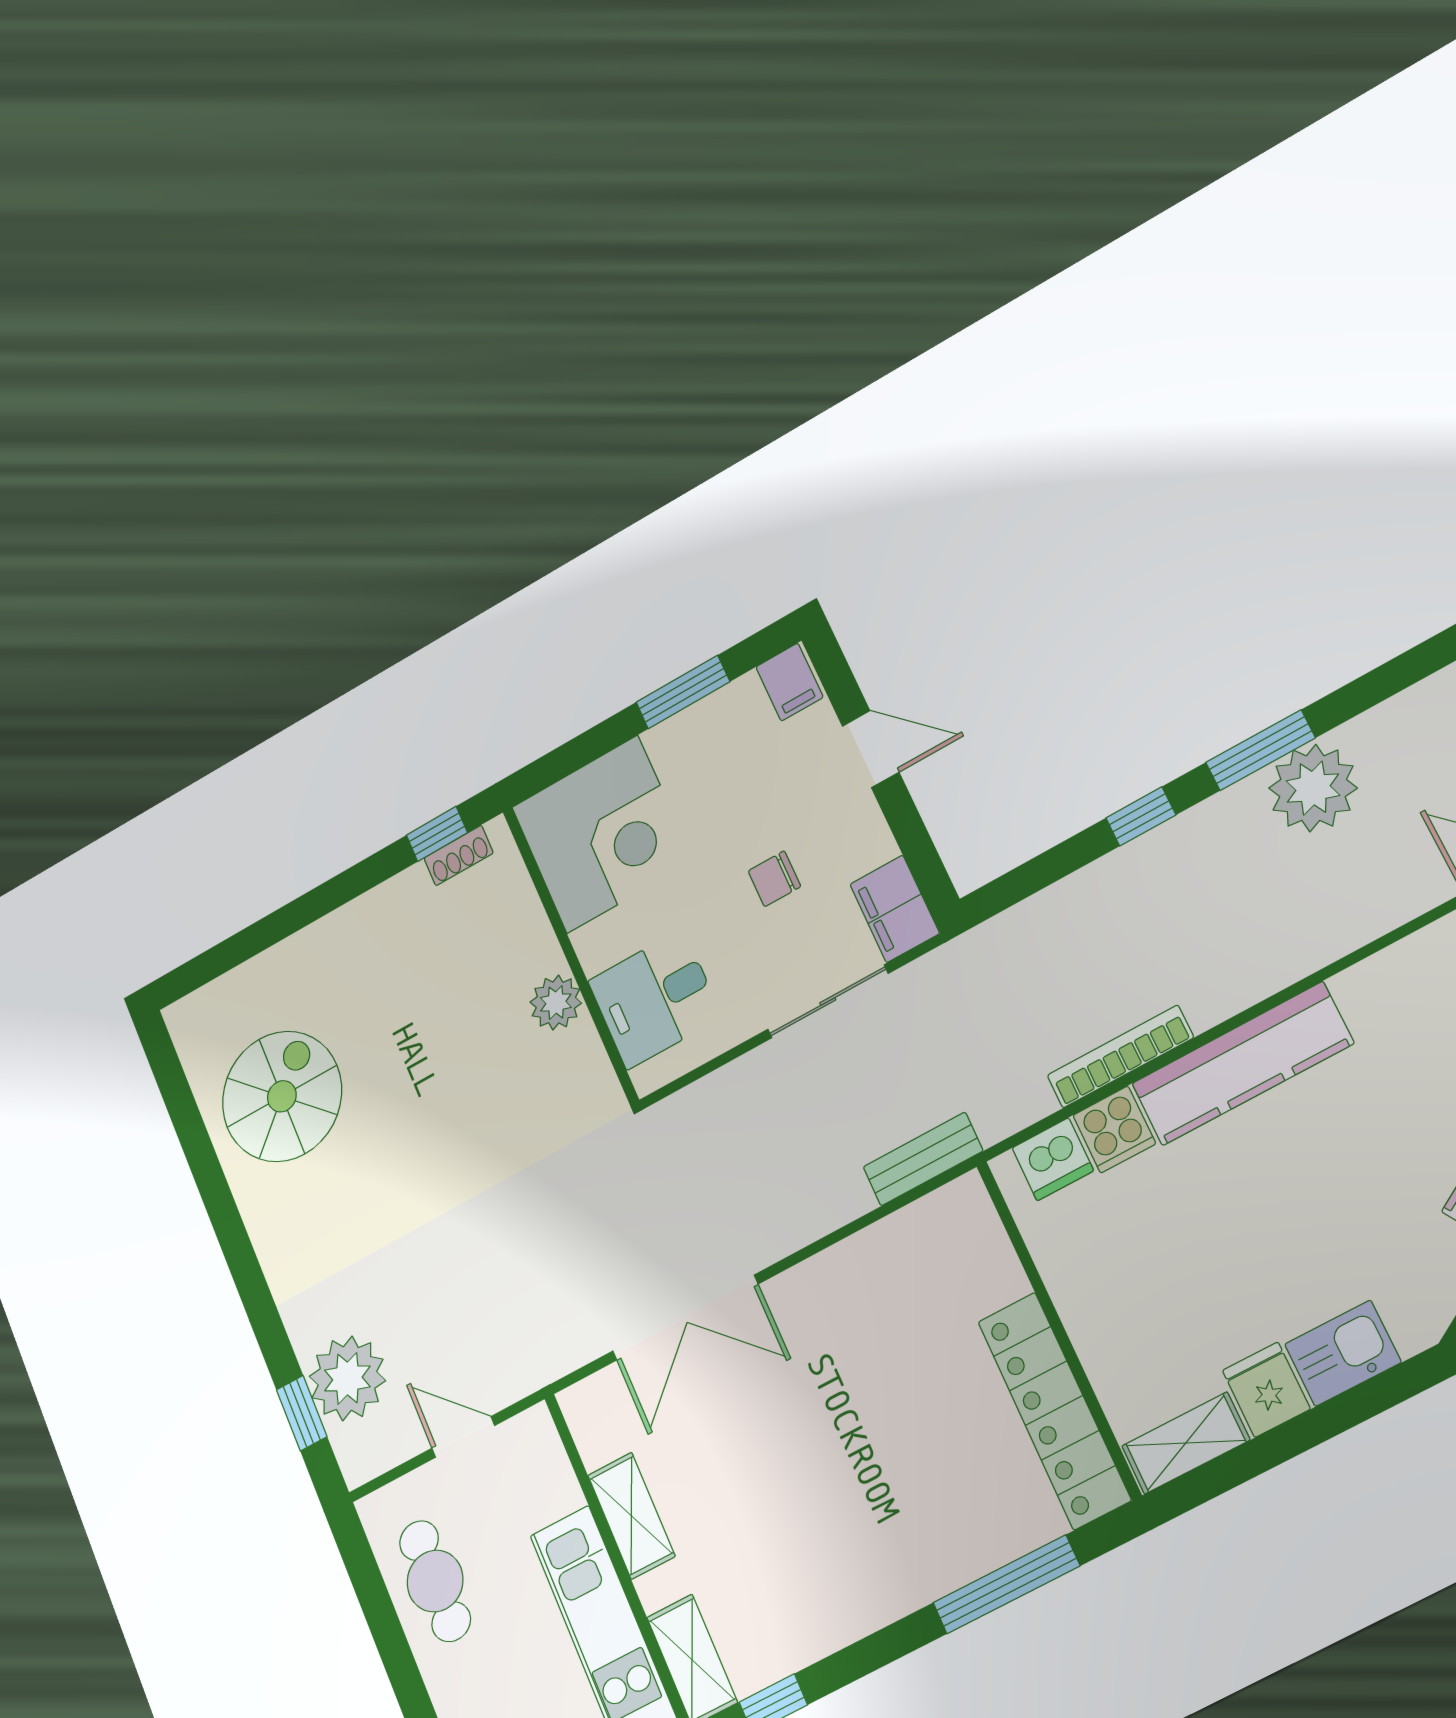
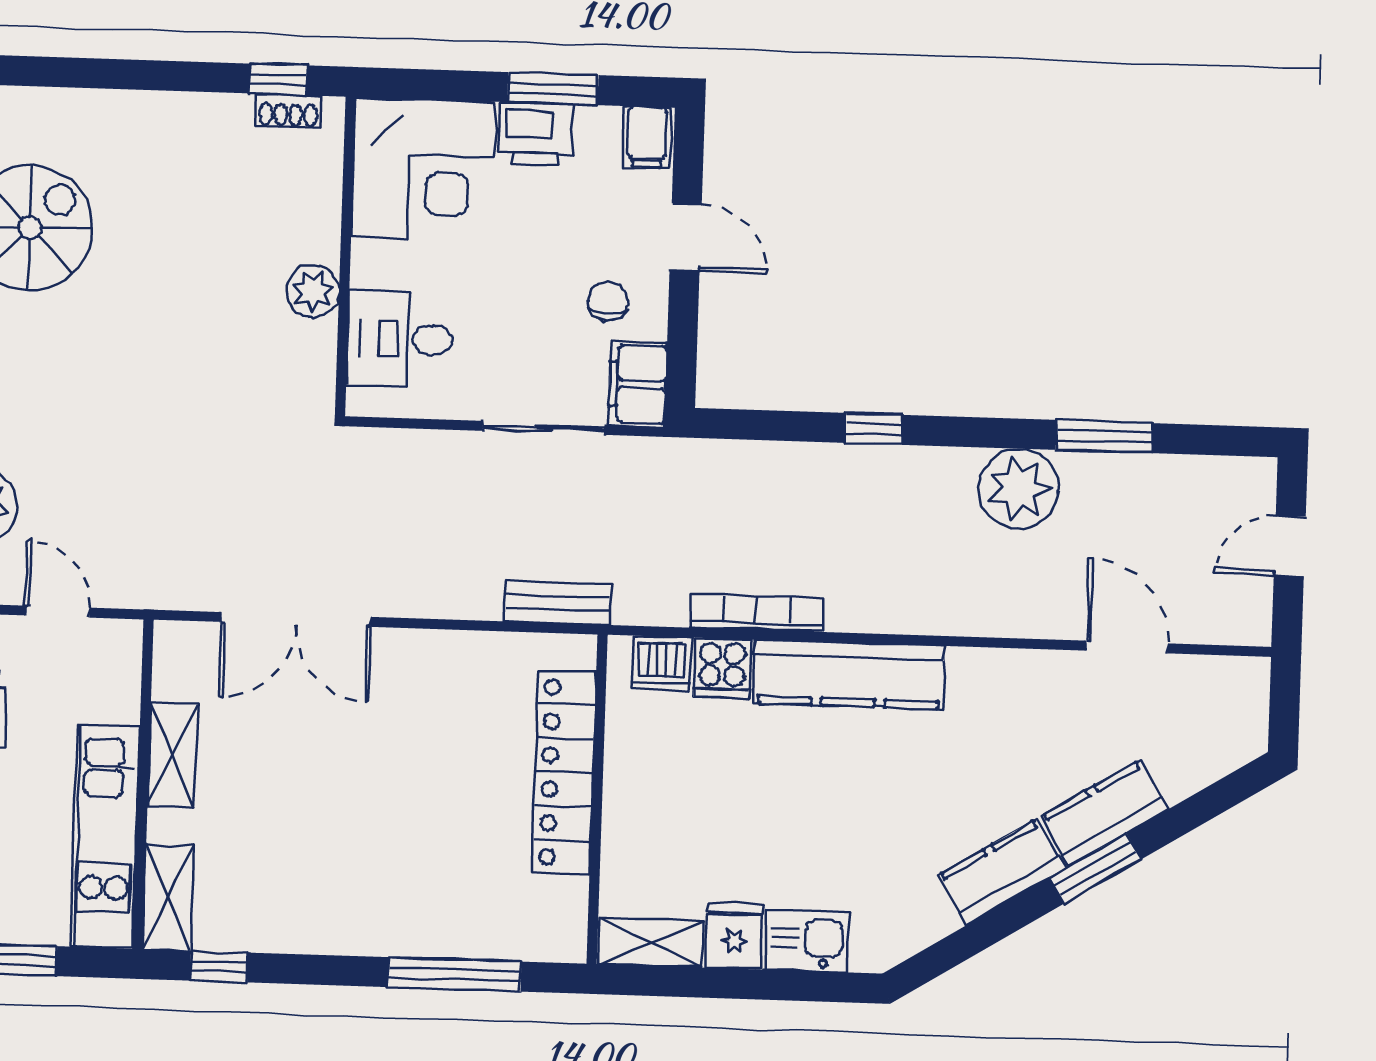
printer: (688, 741) -> (536, 134), added
window: (1260, 750) -> (1104, 437), moved
chair: (774, 879) -> (608, 301), moved, turned 90
locker: (1054, 1410) -> (564, 772), moved

